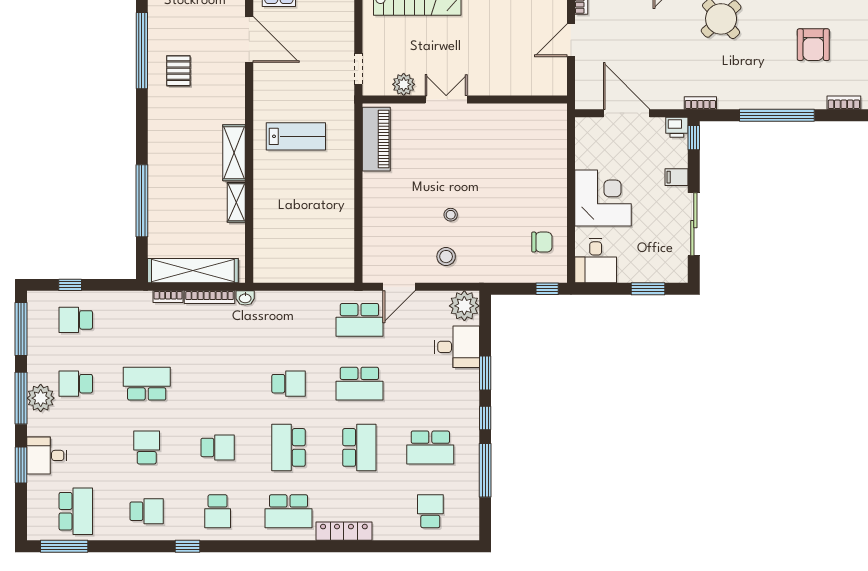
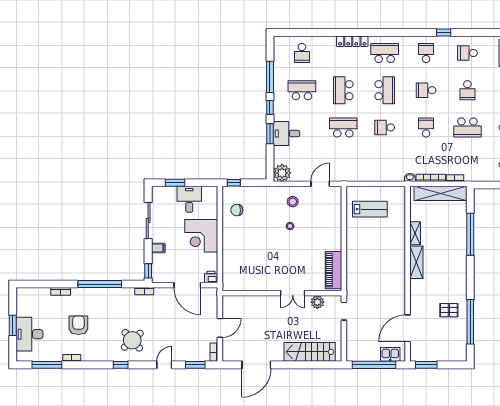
door: (249, 39) -> (408, 328), hinge flipped
pallet: (178, 71) -> (449, 310), turned 90
printer: (677, 127) -> (211, 277), moved
lab bench: (296, 136) -> (370, 209), moved, turned 180
desk: (596, 261) -> (189, 199), moved
school desk: (359, 320) -> (426, 127), moved, width x0.54
desk: (457, 347) -> (286, 133), moved

